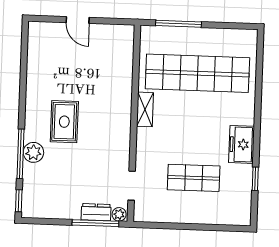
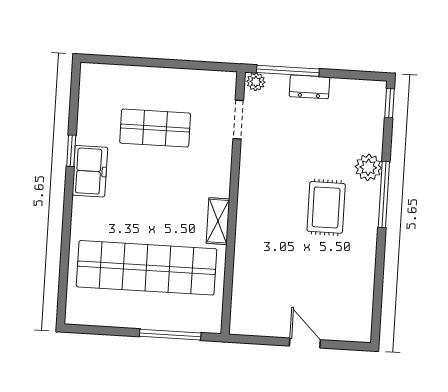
window: (21, 154) -> (384, 195), moved
window: (255, 179) -> (71, 151), moved
dresser: (96, 212) -> (309, 87), moved

